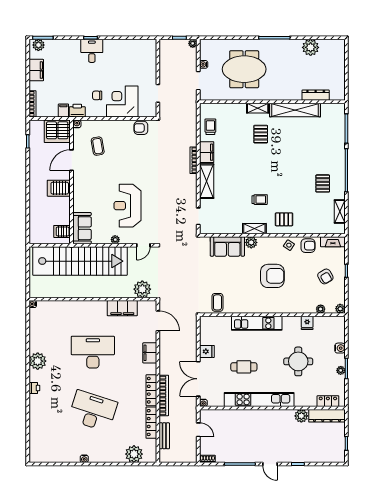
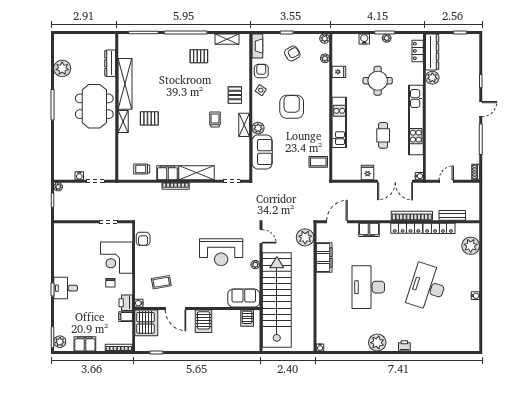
meeting table: (244, 69) -> (94, 106), moved

